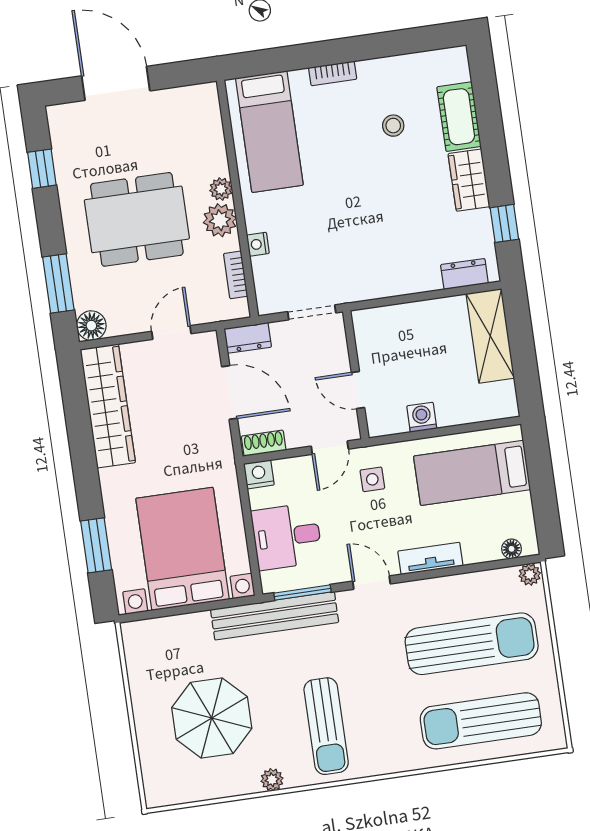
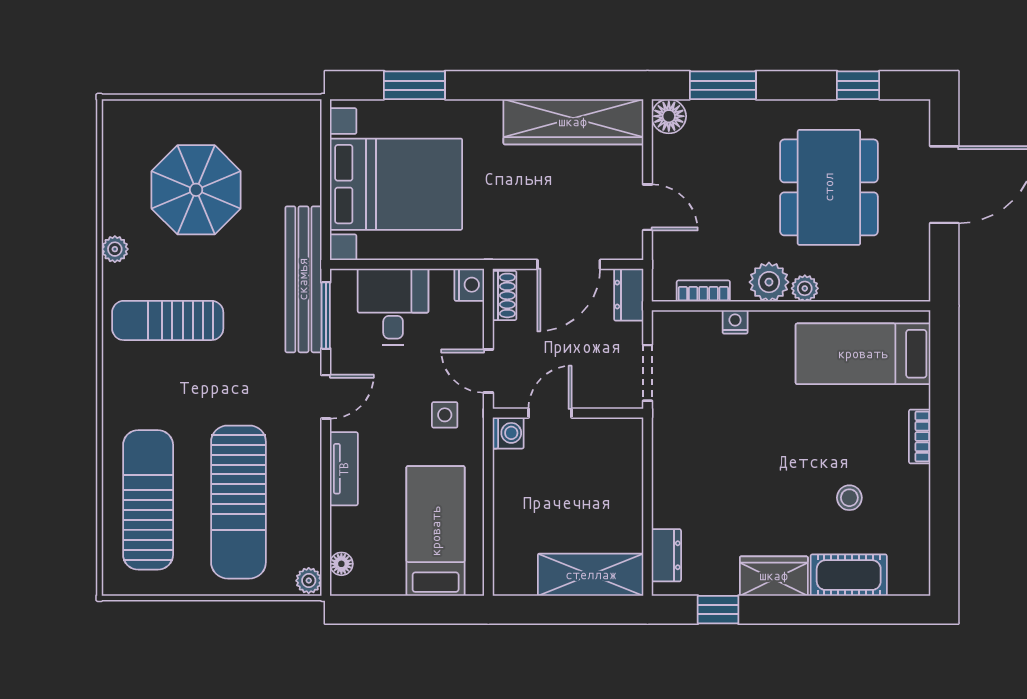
dining table: (137, 219) -> (829, 187), moved
washing machine: (422, 417) -> (508, 433), moved

